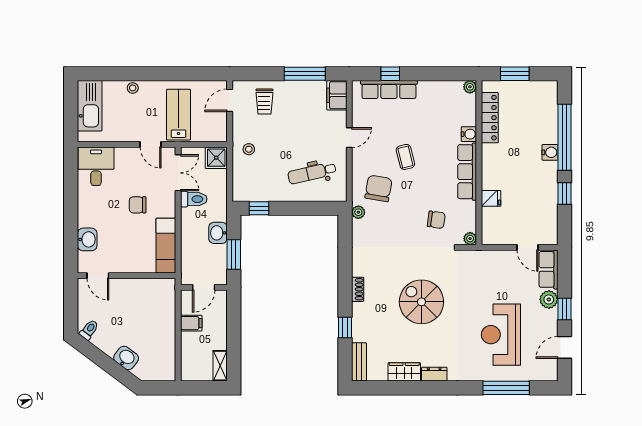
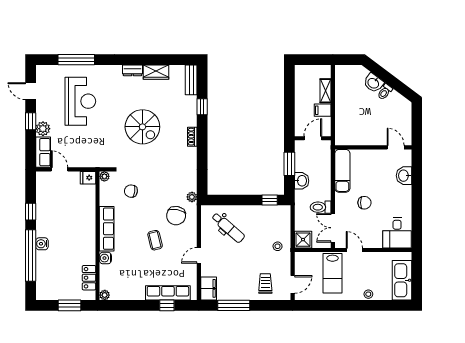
locker: (490, 118) -> (89, 278), width x0.66
dental chair: (312, 173) -> (228, 228), turned 54
fridge: (491, 198) -> (88, 178), moved
toilet: (89, 330) -> (385, 92), moved
door: (565, 347) -> (31, 91), swing flipped
shelving: (220, 366) -> (325, 91), moved

